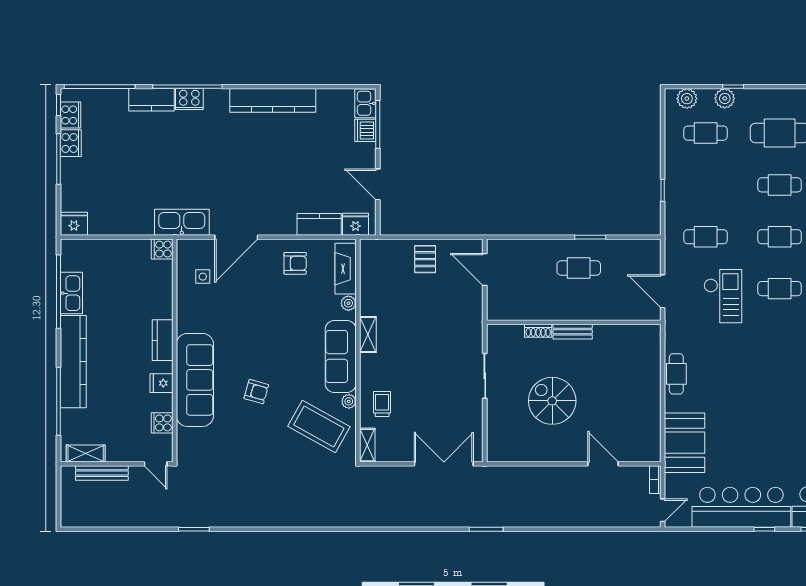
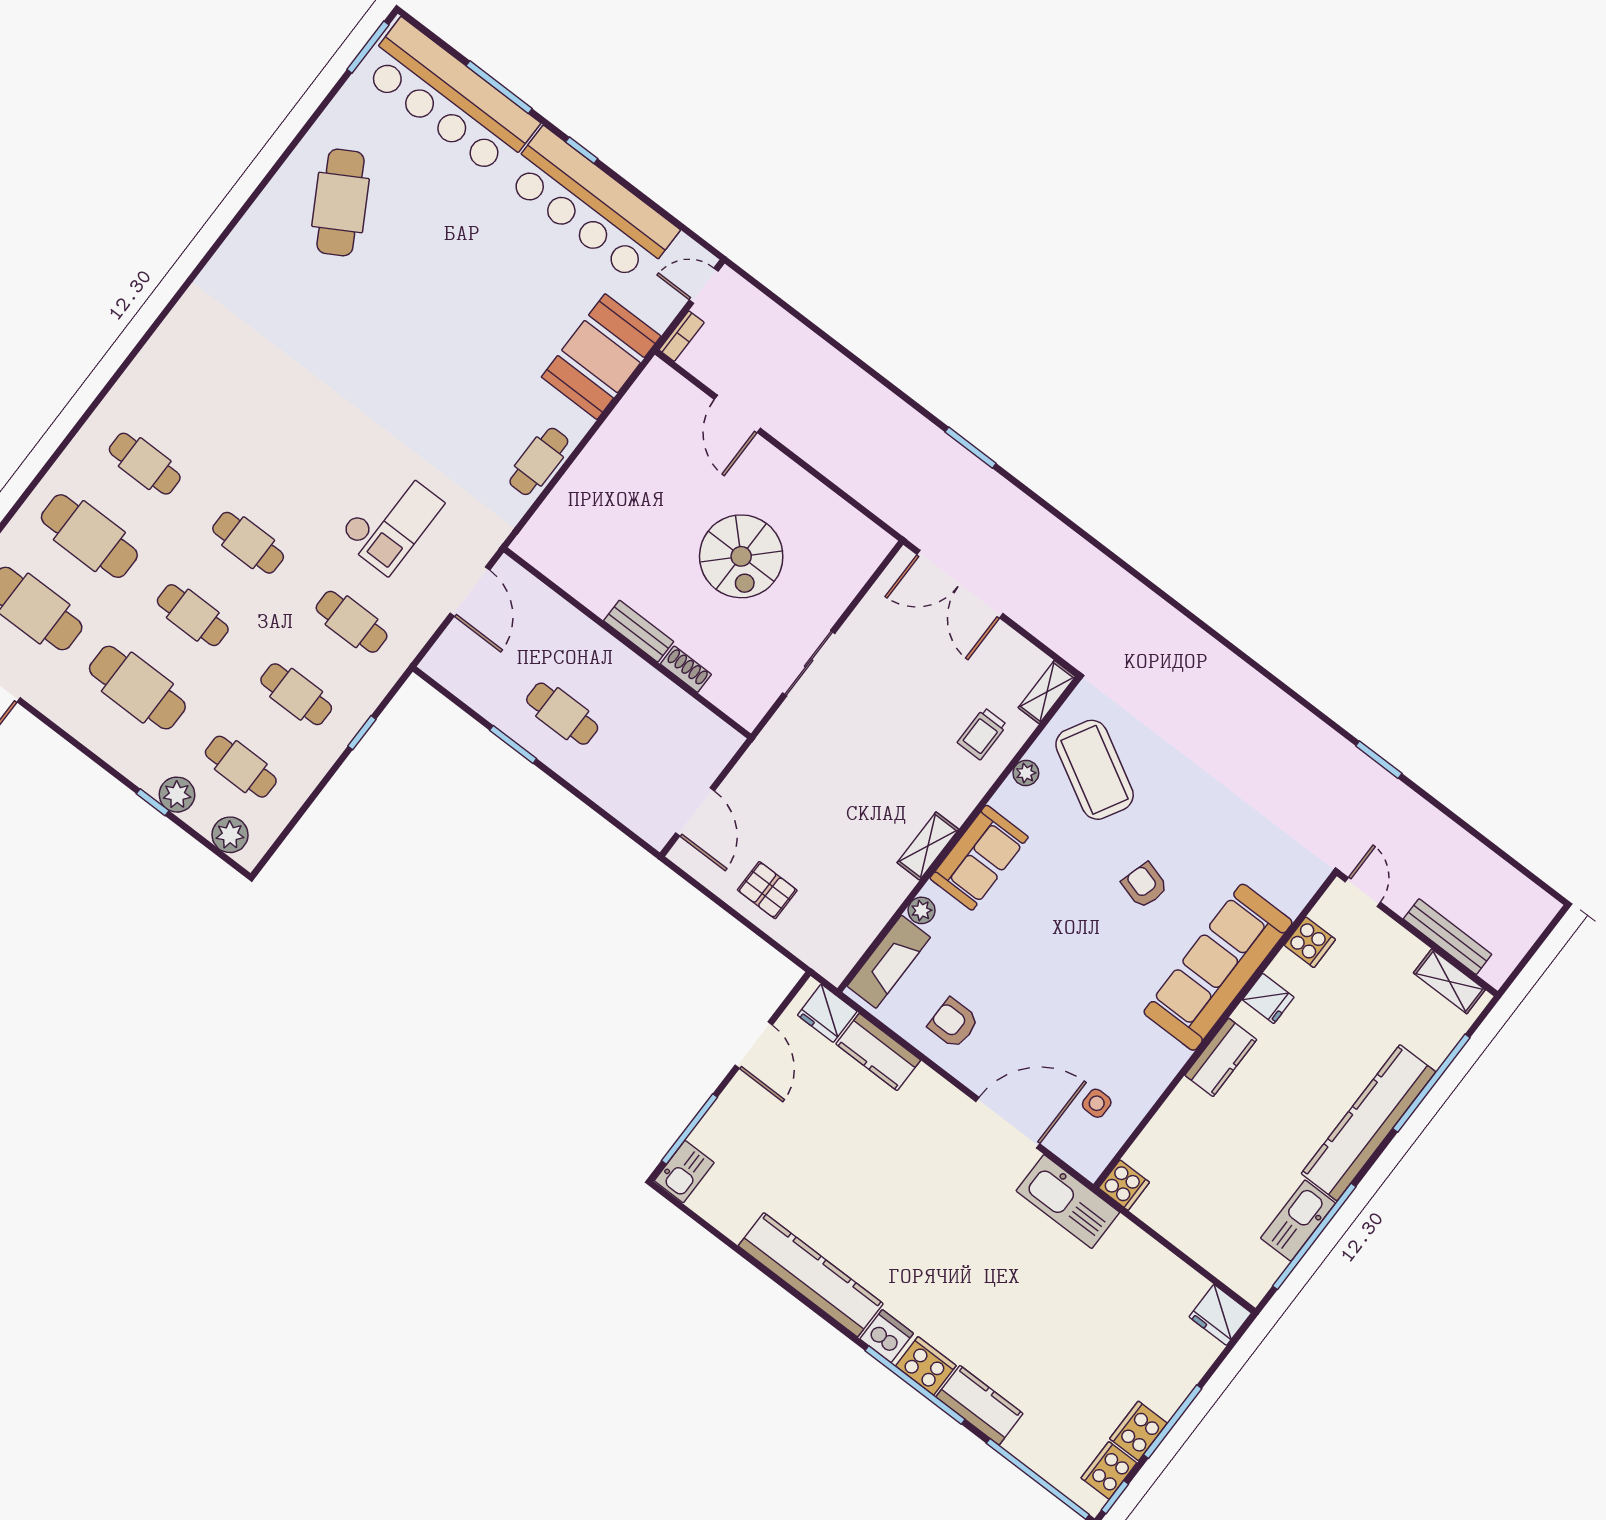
dishwasher: (365, 130) -> (887, 1336), moved, turned -90
pallet: (425, 259) -> (767, 890), turned 90
cafe table: (780, 289) -> (296, 694), moved
checkout: (723, 296) -> (391, 520), turned 180
sofa: (341, 356) -> (979, 858), width x0.73

